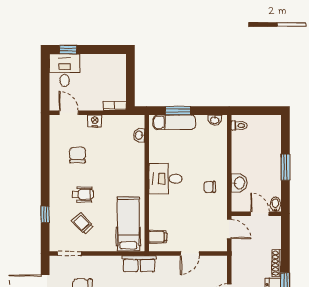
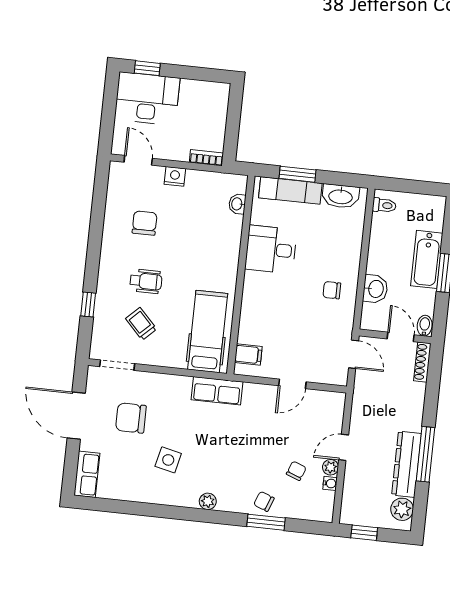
desk: (65, 70) -> (147, 99), width x1.37
washbasin: (215, 120) -> (341, 196), width x1.91, depth x1.45
bathtub: (272, 159) -> (427, 259), added
desk: (165, 179) -> (271, 249), moved
shoe rack: (276, 263) -> (422, 362), moved

